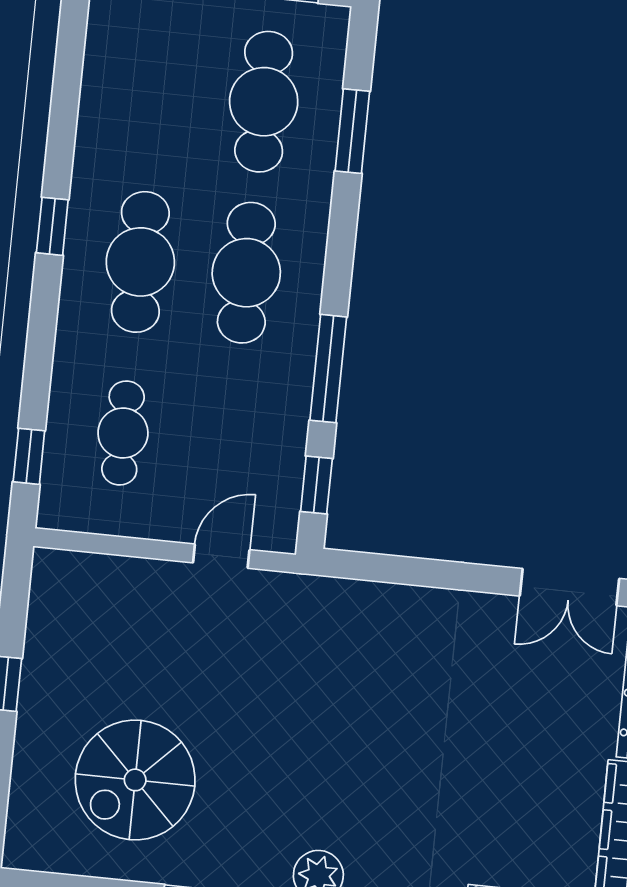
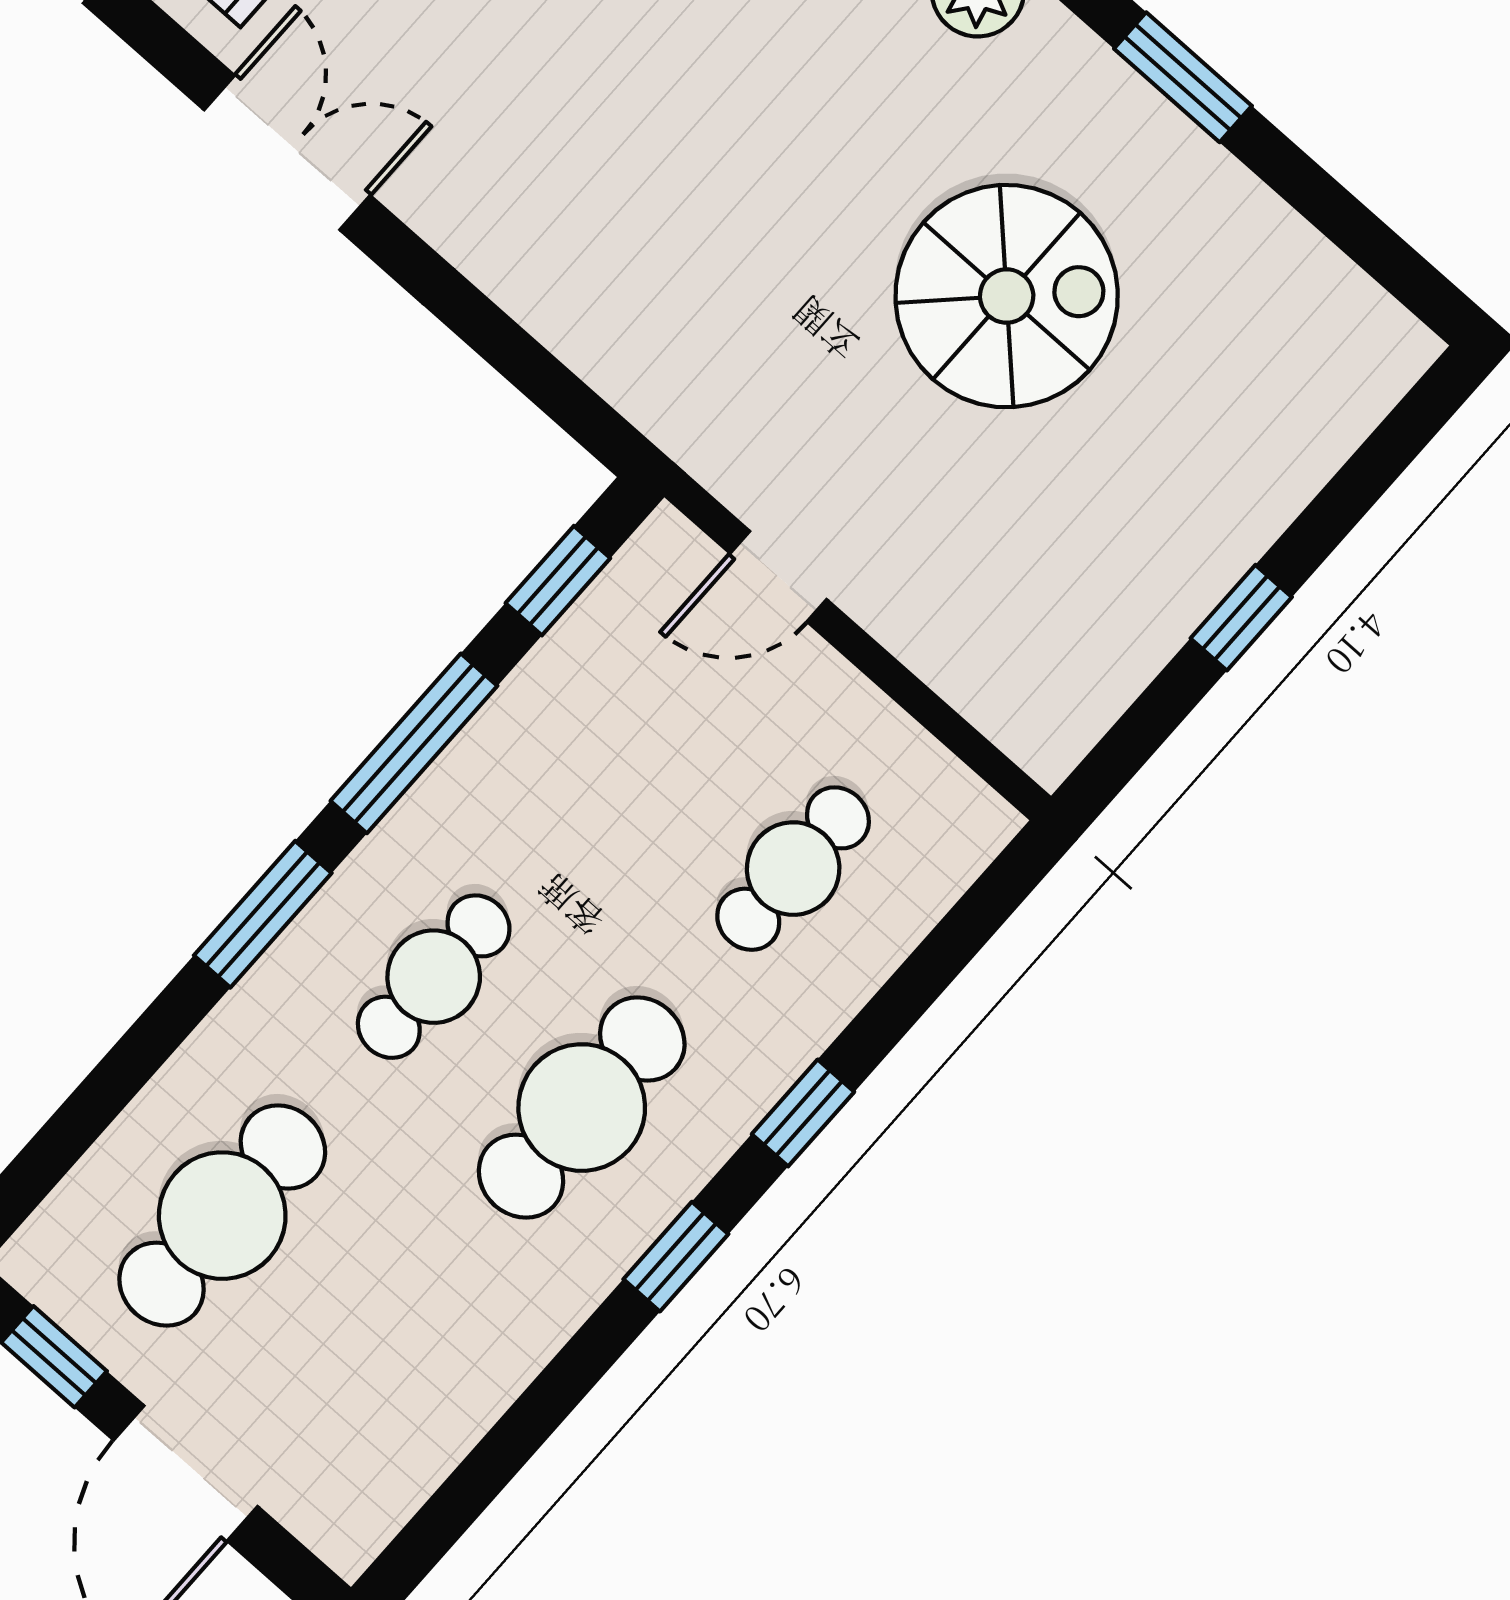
window: (352, 131) -> (263, 914), moved
cafe table: (246, 273) -> (434, 977), width x0.73, depth x0.74
window: (29, 456) -> (803, 1113), moved
spiral stairs: (135, 780) -> (1007, 296), moved

